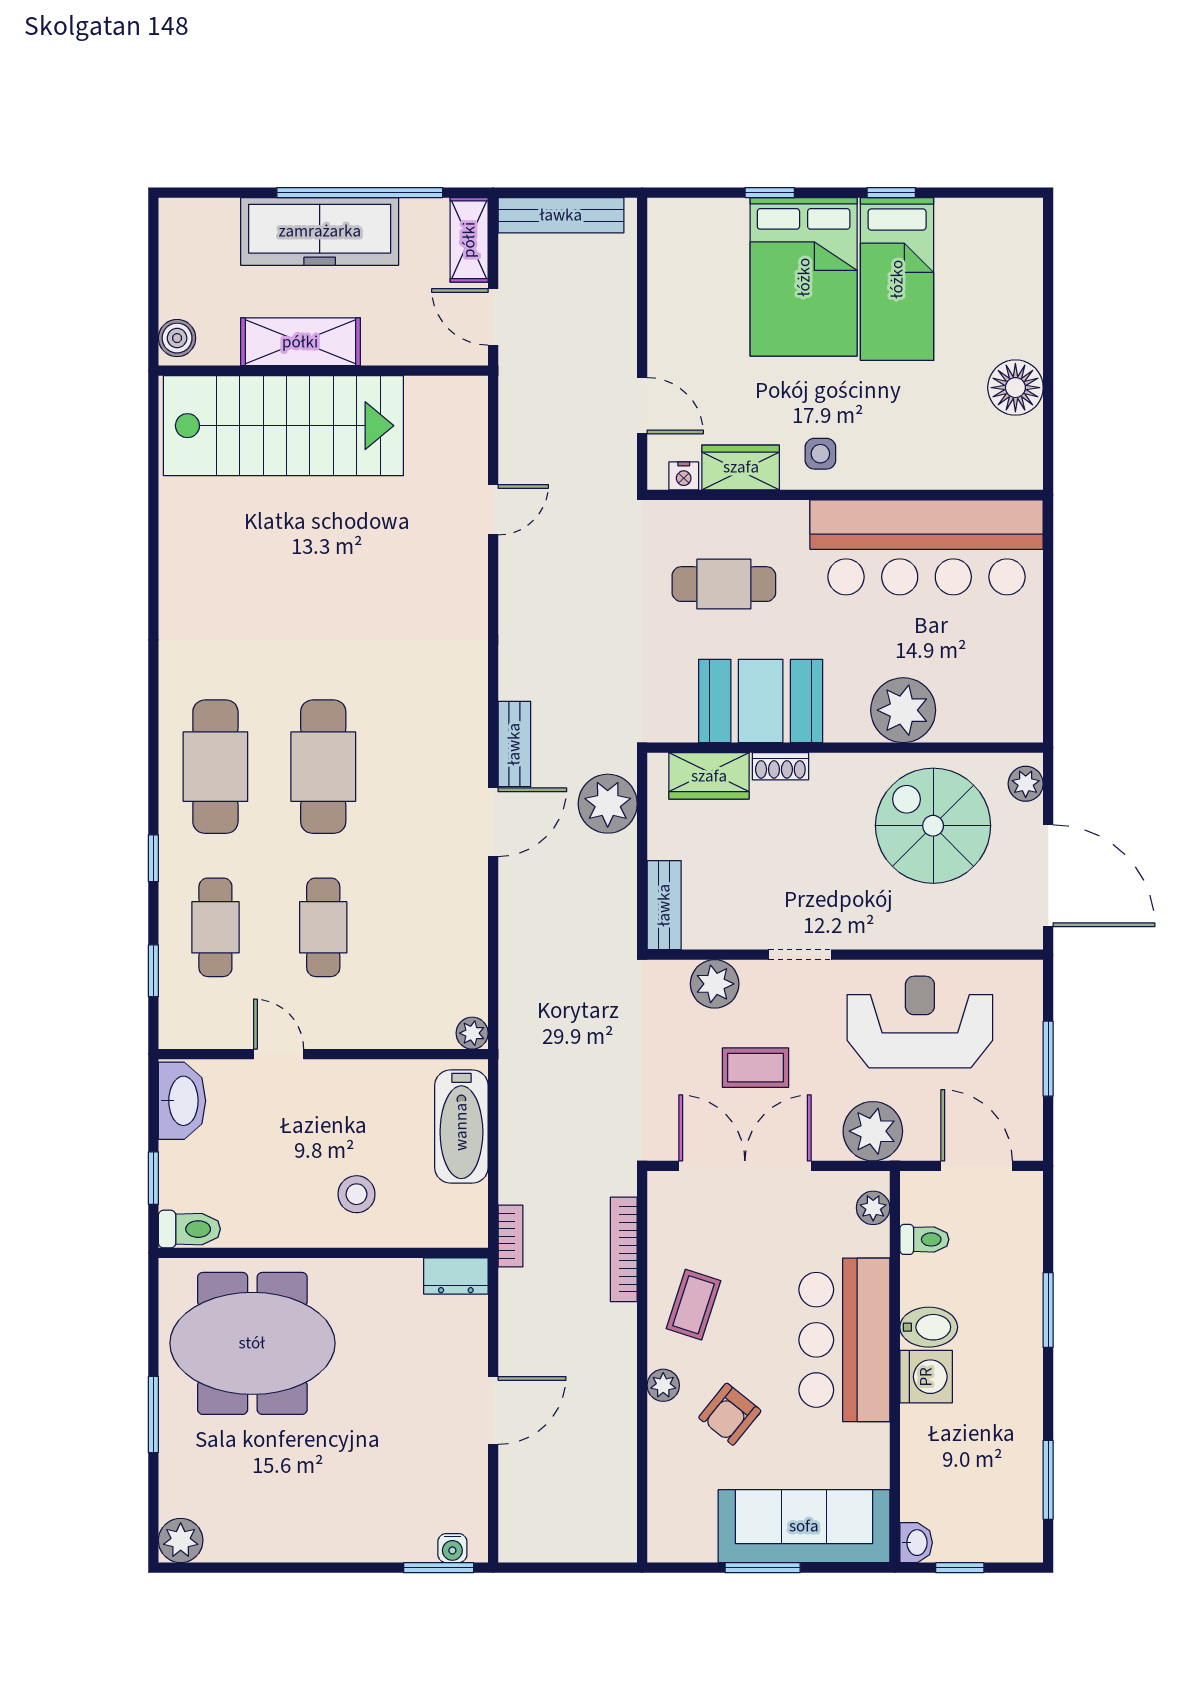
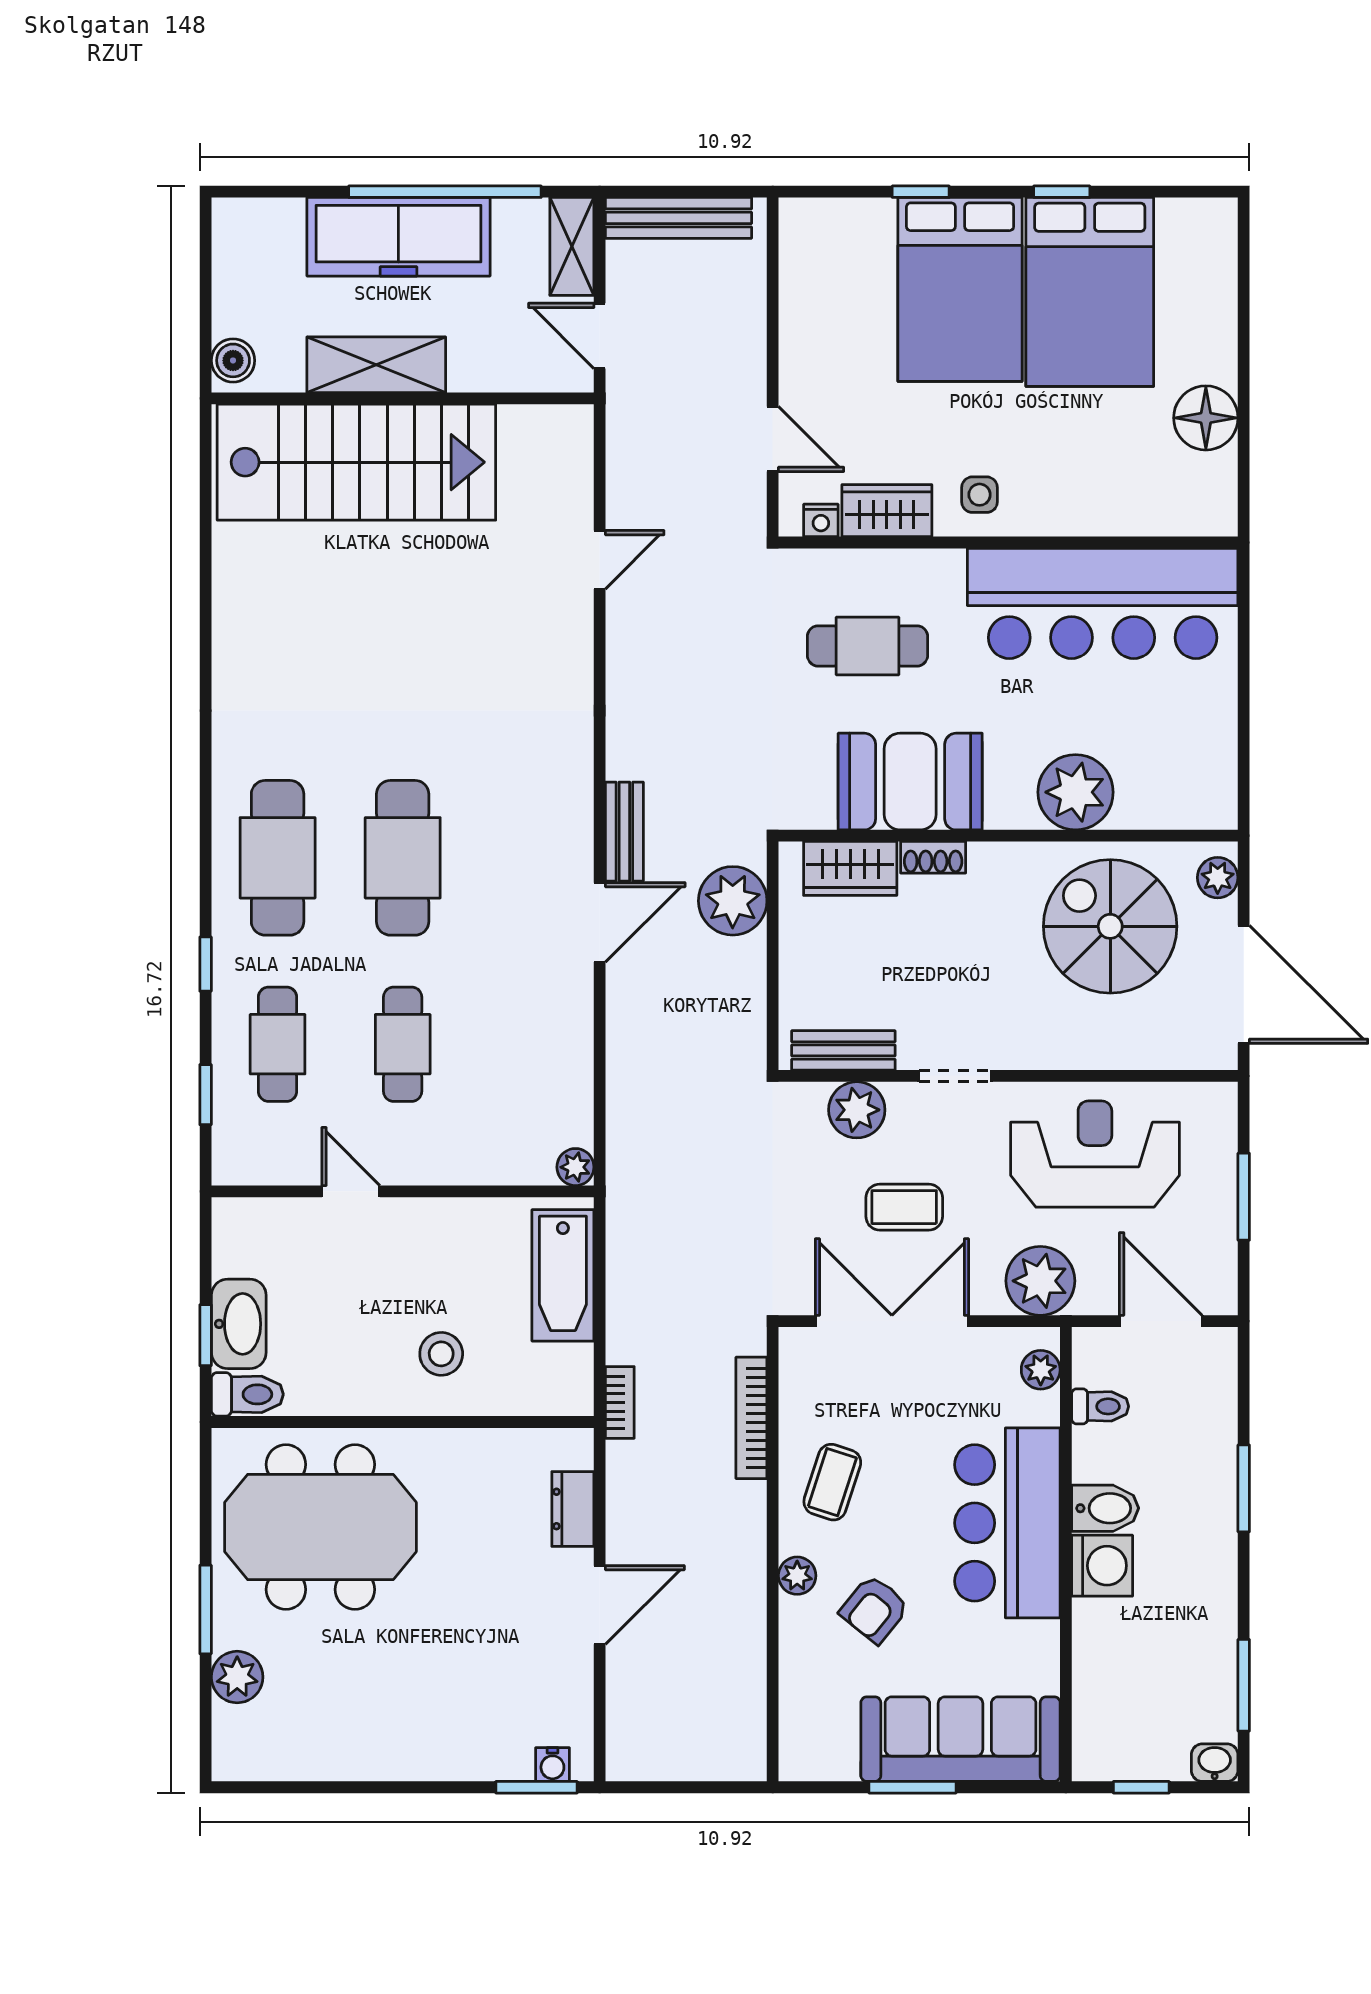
bed: (897, 279) -> (1090, 292), width x1.50
bench: (664, 905) -> (843, 1050), moved, turned 90
washbasin: (182, 1101) -> (239, 1324), moved
dresser: (456, 1276) -> (573, 1509), moved, turned 90
plant: (181, 1540) -> (237, 1677), moved
washbasin: (916, 1543) -> (1215, 1763), moved, turned -90

